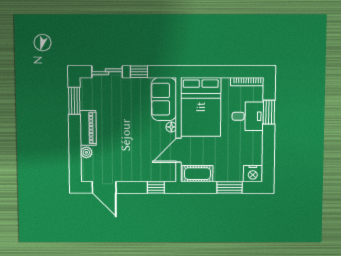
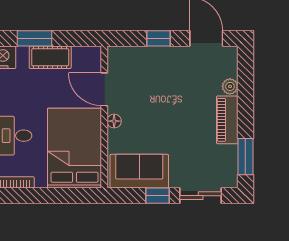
sofa: (164, 99) -> (139, 171), moved, turned -90
door: (179, 150) -> (104, 89), swing flipped
cot: (197, 174) -> (50, 57), moved
window: (156, 187) -> (159, 38), moved

